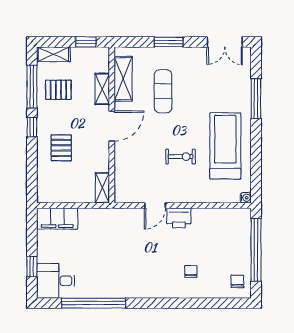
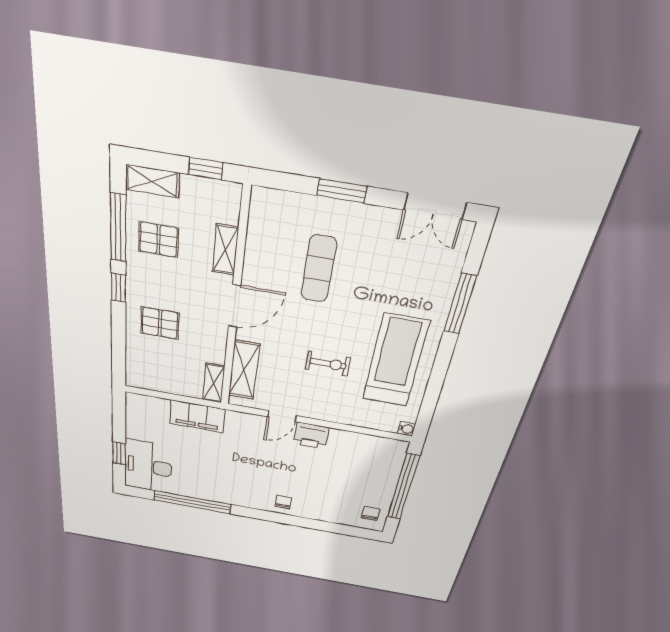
shelving: (123, 79) -> (244, 370), moved
pallet: (61, 148) -> (160, 323), turned 90
filing cabinet: (57, 219) -> (197, 416), moved
chair: (191, 271) -> (283, 502), moved
desk: (56, 281) -> (148, 466), width x1.37

